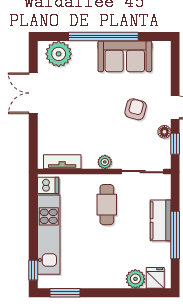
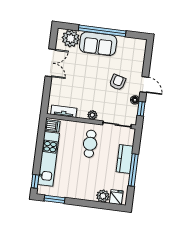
sofa: (125, 56) -> (98, 44), moved
double door: (33, 93) -> (50, 63), swing flipped

